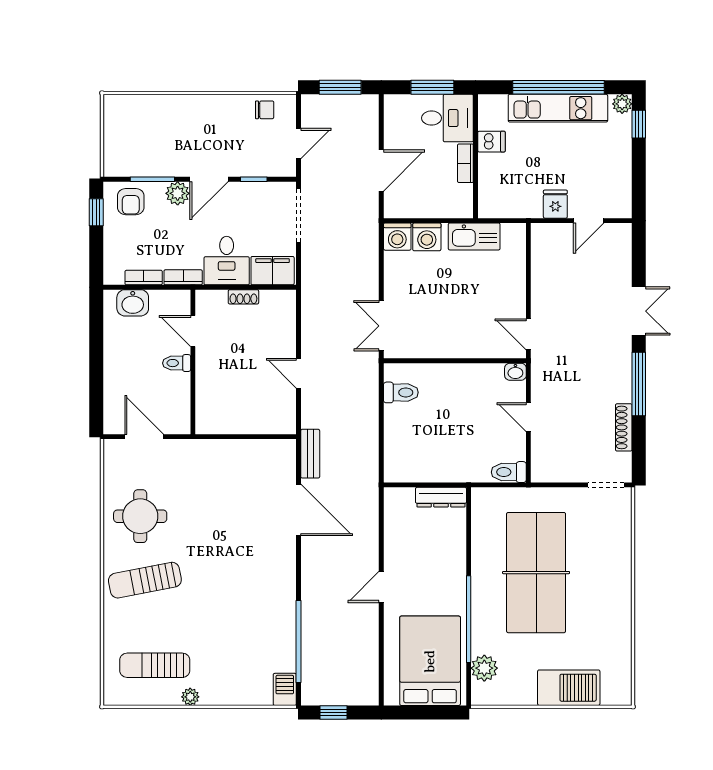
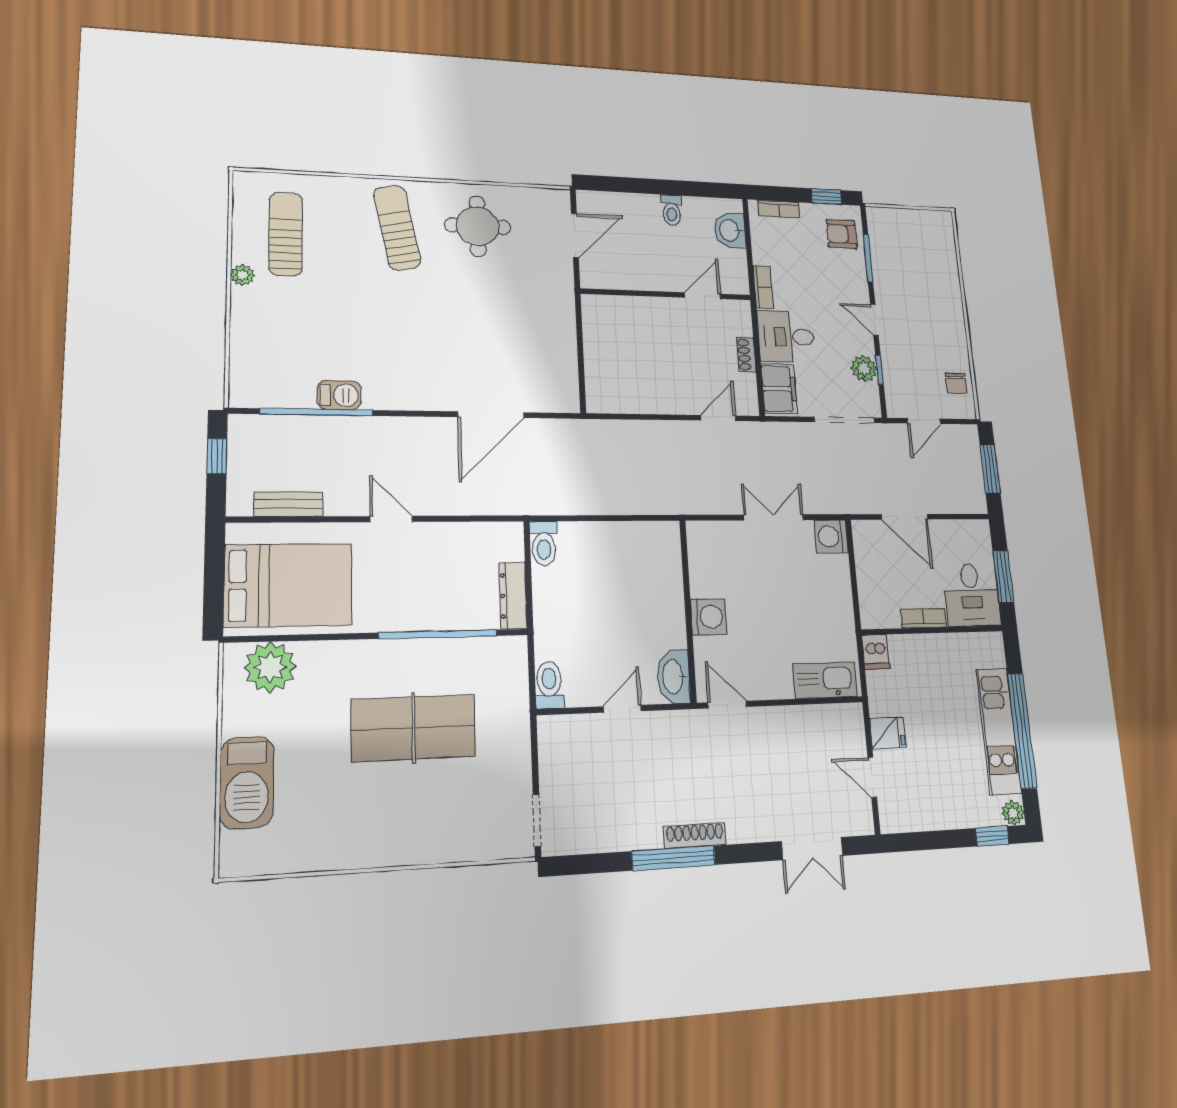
dishwasher: (491, 142) -> (876, 652), moved
door: (299, 143) -> (924, 421), hinge flipped
door: (209, 179) -> (874, 320), width x0.73
plant: (178, 193) -> (864, 368), moved
kitchen sink: (474, 236) -> (825, 680), moved, turned 90
washing machine: (427, 237) -> (709, 617), moved, turned 180
bookcase: (144, 278) -> (778, 209), moved, turned 90
double door: (639, 311) -> (812, 848), moved
double door: (381, 326) -> (774, 517), moved
door: (528, 334) -> (727, 705), hinge flipped
toilet: (177, 363) -> (672, 210), moved, turned 180
washbasin: (515, 372) -> (674, 677), width x1.91, depth x1.45
door: (299, 373) -> (718, 418), moved
toilet: (401, 392) -> (544, 543), moved
shoe rack: (624, 427) -> (695, 836), moved
bench: (310, 454) -> (288, 504), moved
table tennis table: (536, 573) -> (413, 728), width x0.73, depth x0.76
window: (469, 619) -> (438, 634), moved
plant: (484, 668) -> (270, 667), width x1.36, depth x1.36
barbecue: (285, 689) -> (339, 395), moved

